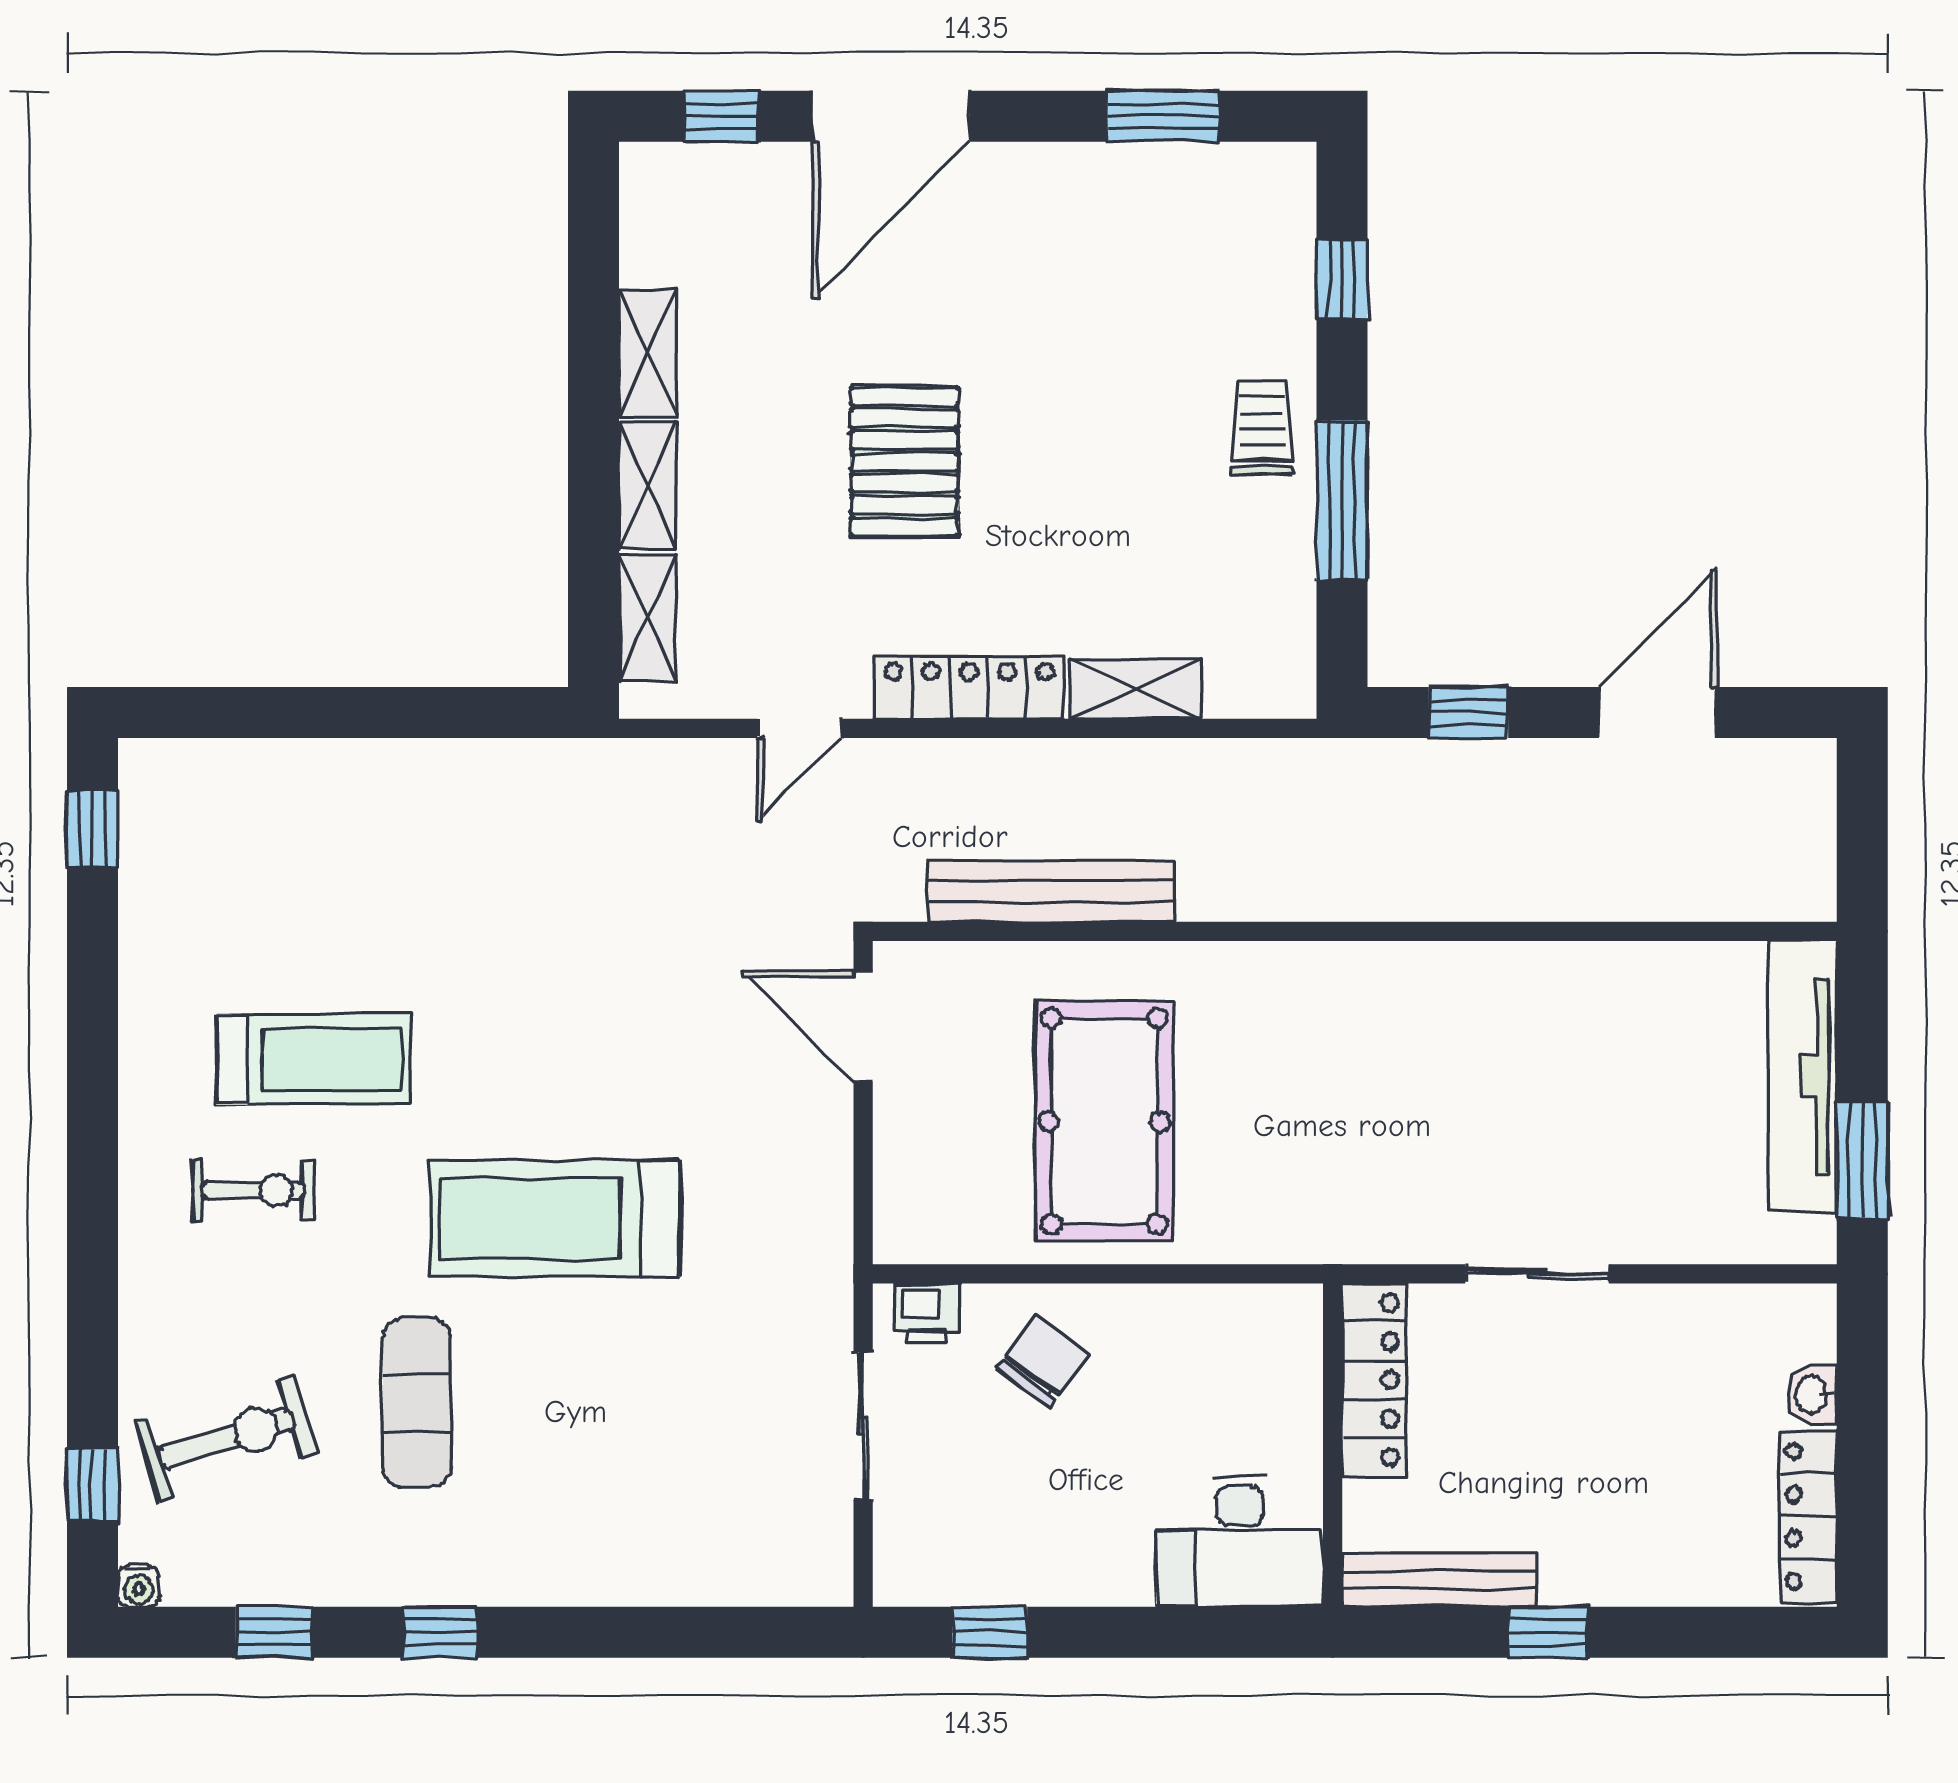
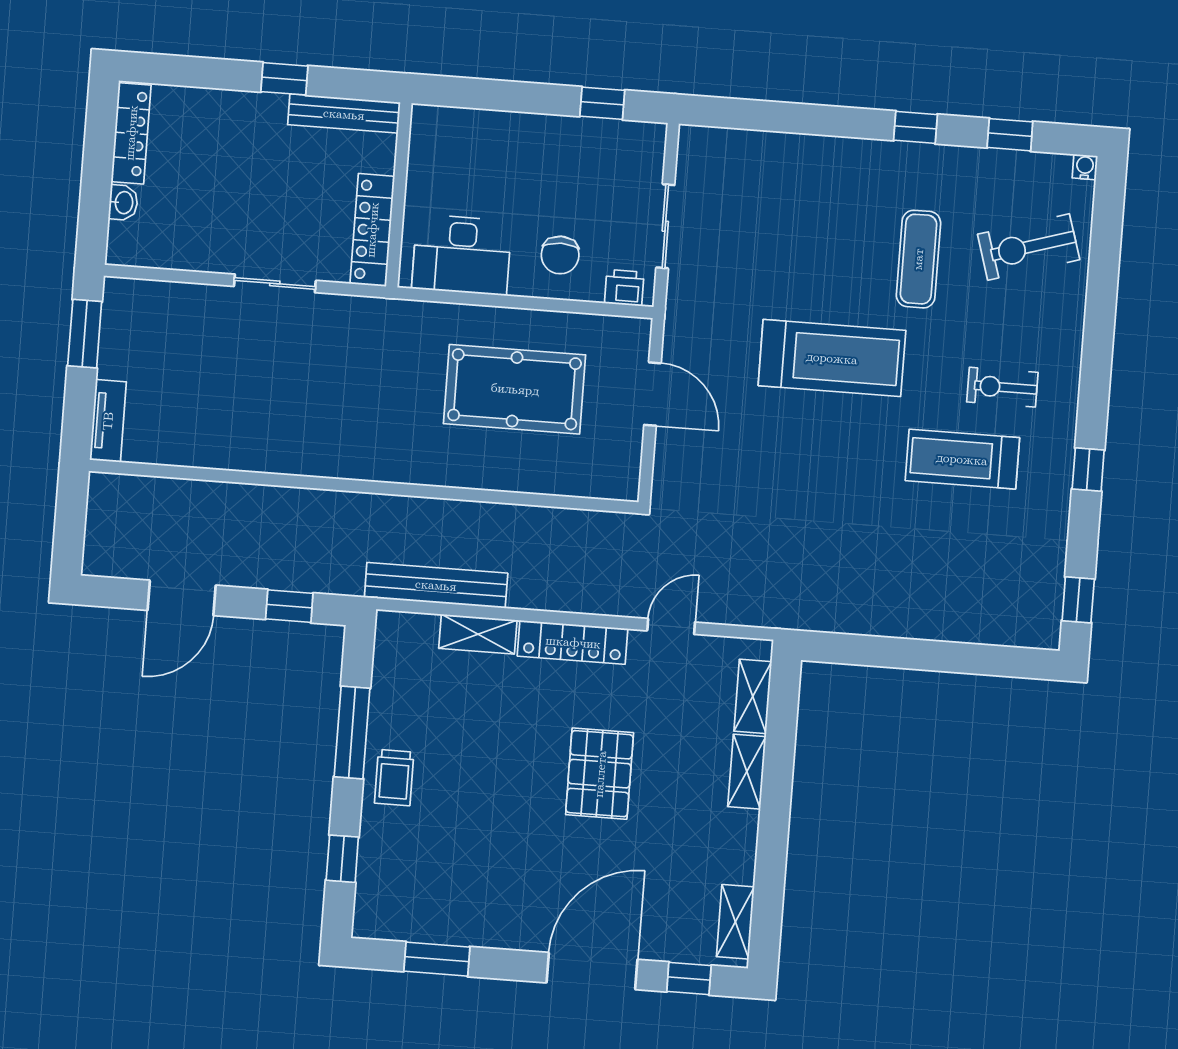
shelving: (647, 353) -> (735, 922), moved
bench: (1051, 891) -> (436, 585), moved
door: (863, 1026) -> (652, 394), moved
tv unit: (1802, 1076) -> (108, 421), width x0.52, depth x0.78
pool table: (1105, 1121) -> (515, 389), turned 90
chair: (1043, 1362) -> (560, 255), turned -37
window: (92, 1484) -> (1088, 469), moved
desk: (1240, 1541) -> (462, 255), moved, turned 180

